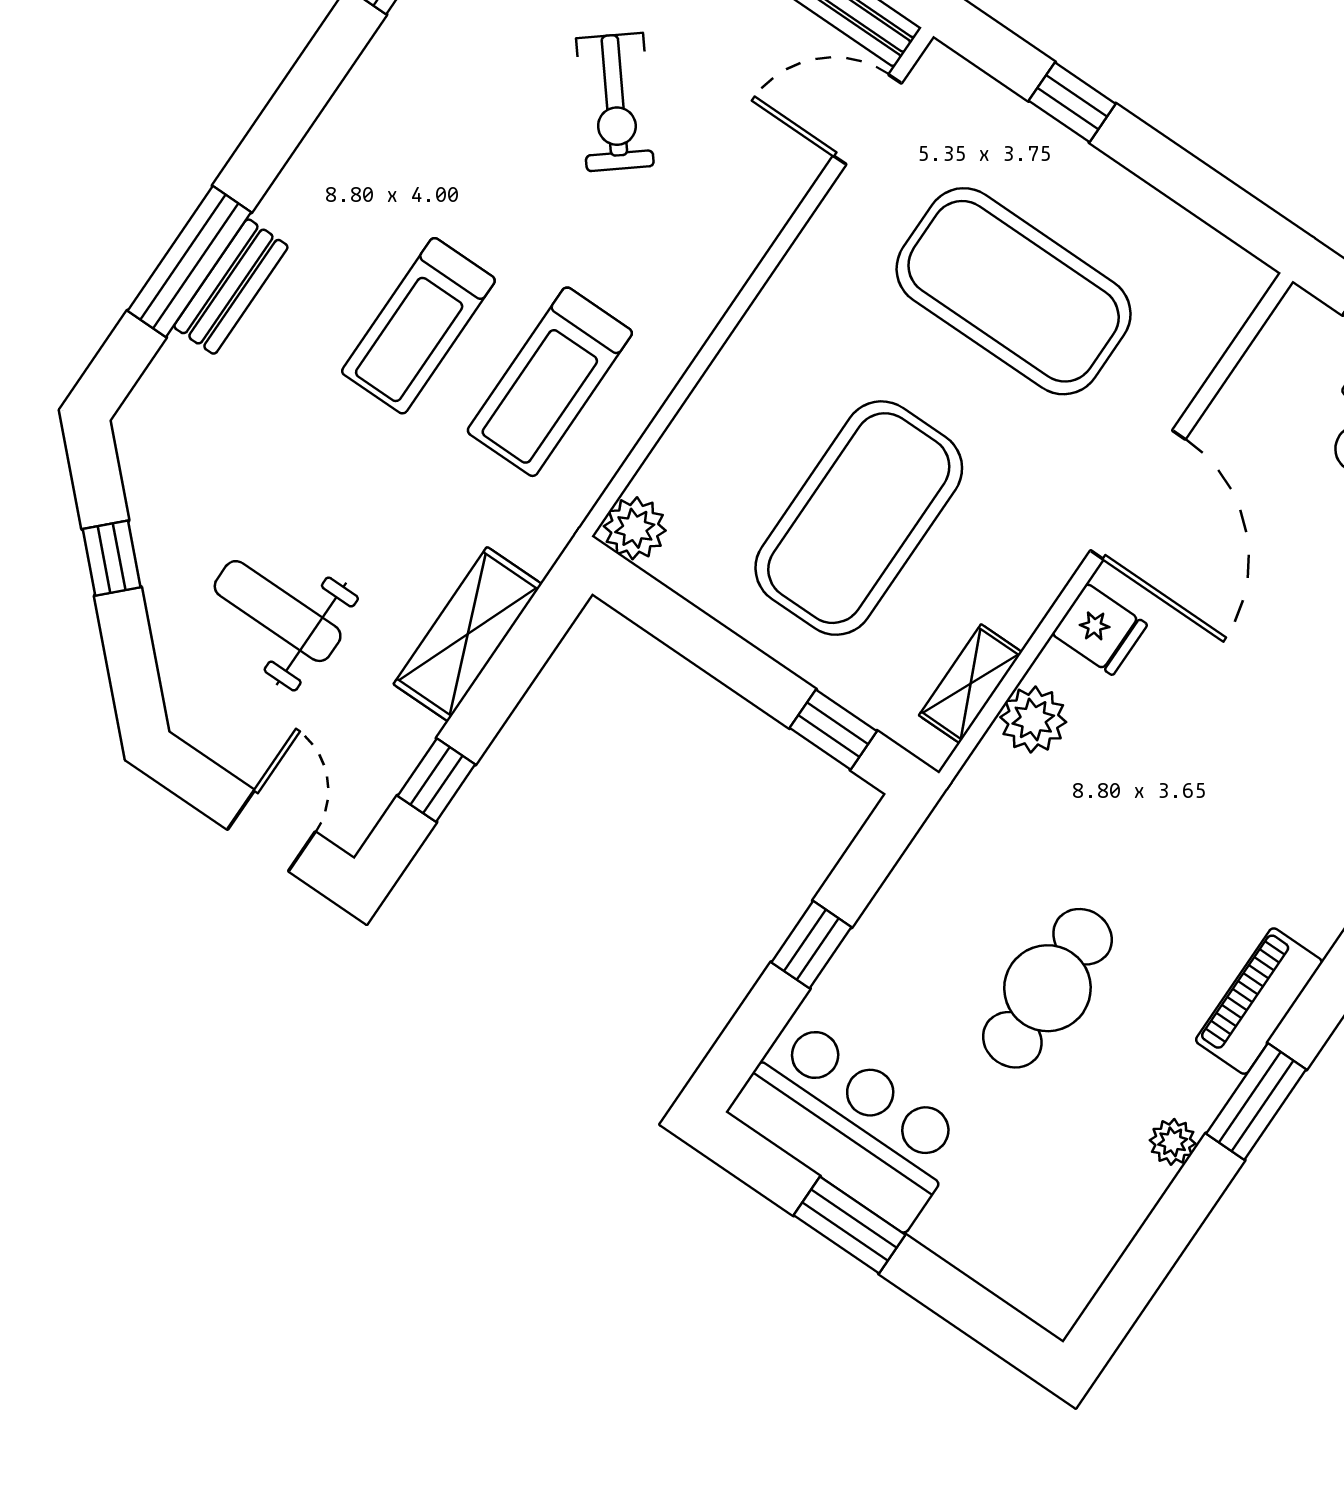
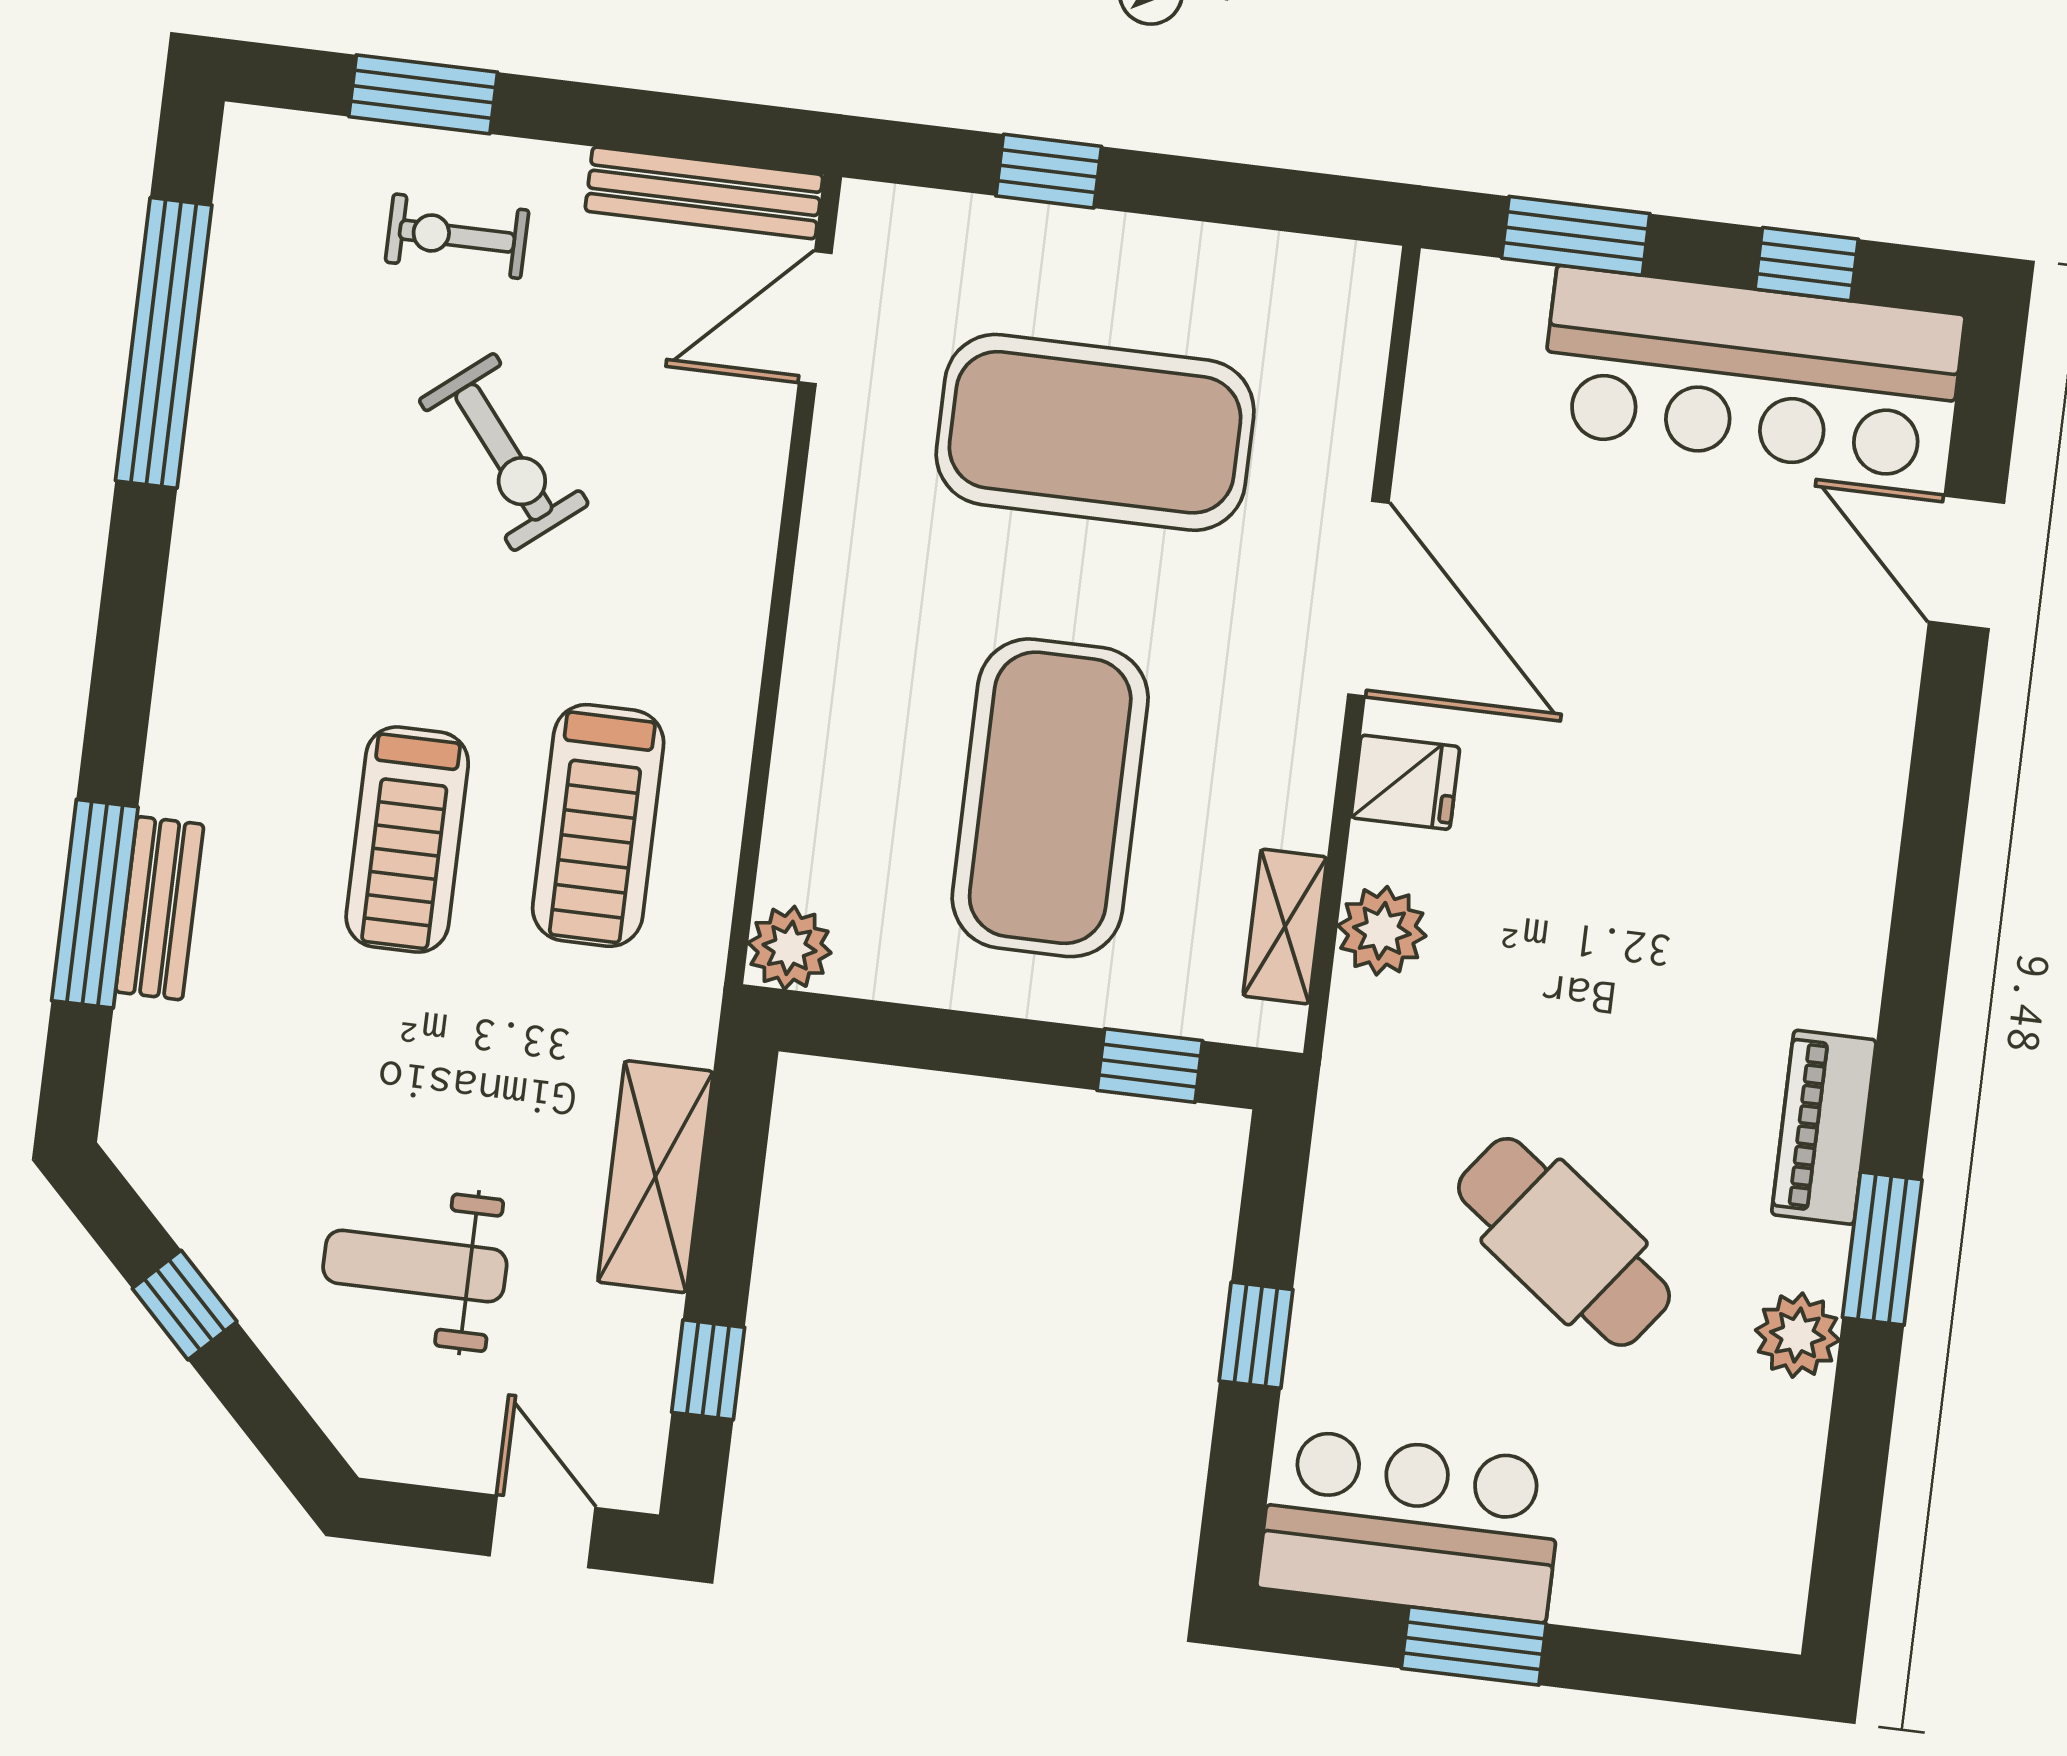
cafe table: (1047, 988) -> (1564, 1242), turned -53
plant: (1173, 1142) -> (1798, 1335), width x1.38, depth x1.38

